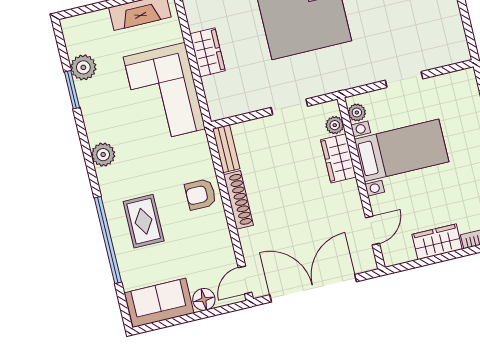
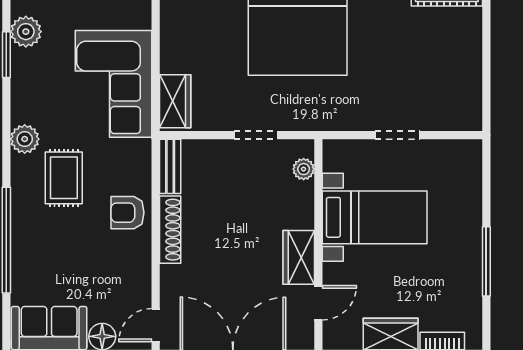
wardrobe: (207, 52) -> (175, 101), moved
plant: (357, 112) -> (333, 160), removed
wardrobe: (338, 158) -> (299, 257), moved
rug: (144, 221) -> (64, 178), moved

